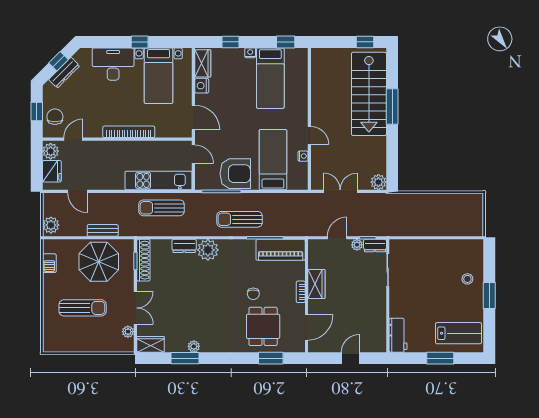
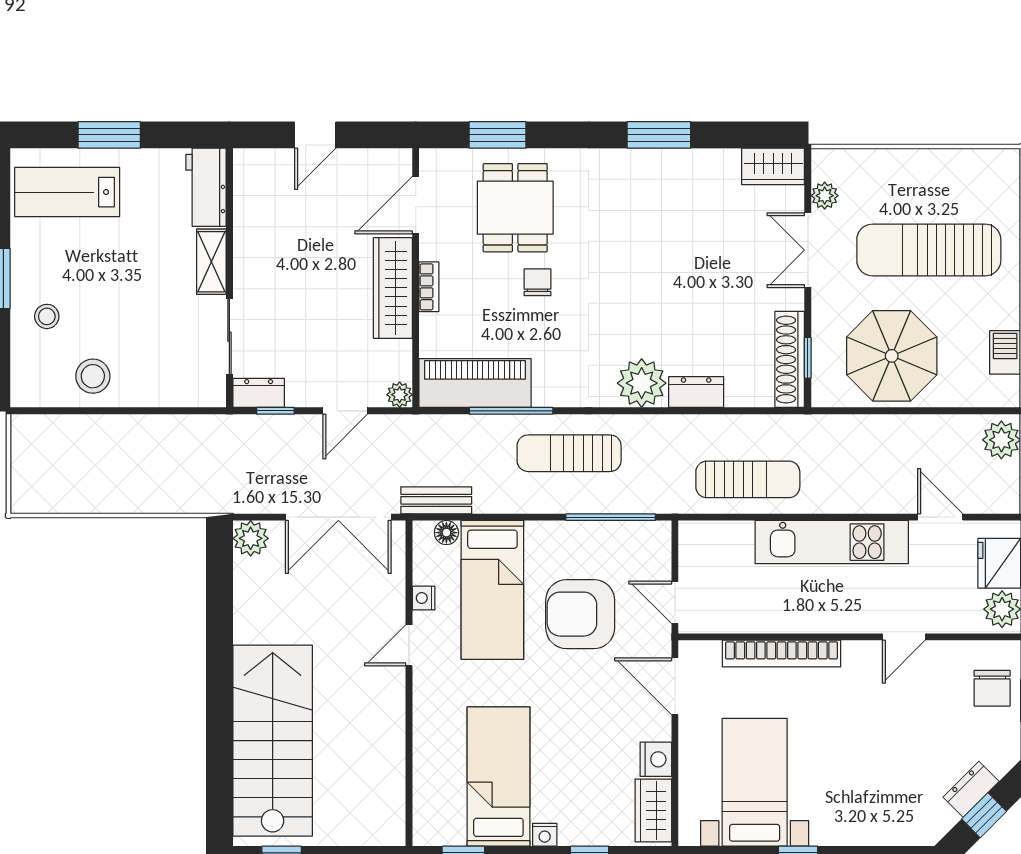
desk: (113, 64) -> (859, 809), removed
dresser: (64, 73) -> (971, 789), width x0.70
window: (392, 107) -> (219, 711), removed
bookcase: (129, 132) -> (782, 654), moved
door: (309, 135) -> (409, 645), hinge flipped
door: (73, 139) -> (904, 637), moved
armchair: (235, 174) -> (580, 614), moved
kitchen unit: (158, 180) -> (832, 542), moved
floor lamp: (293, 185) -> (446, 533), added
double door: (340, 191) -> (338, 517), width x1.37
sun lounger: (240, 219) -> (569, 453), turned 180
bench: (103, 230) -> (436, 500), moved
plant: (357, 245) -> (400, 395), moved
stool: (447, 253) -> (93, 376), added
wardrobe: (316, 284) -> (393, 288), width x1.50
shelving: (396, 303) -> (211, 262), added
sun lounger: (83, 308) -> (929, 250), width x1.36, depth x1.34
plant: (194, 346) -> (674, 162), removed
window: (185, 358) -> (659, 135), moved

